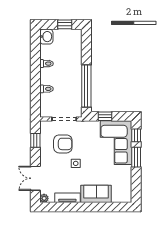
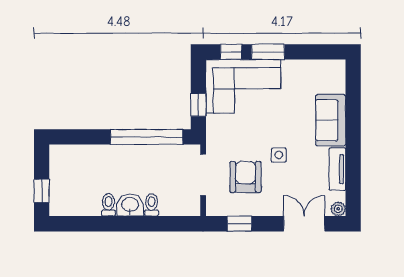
window: (65, 24) -> (42, 191), moved
washbasin: (46, 37) -> (130, 205), moved
double door: (35, 178) -> (304, 224), swing flipped

